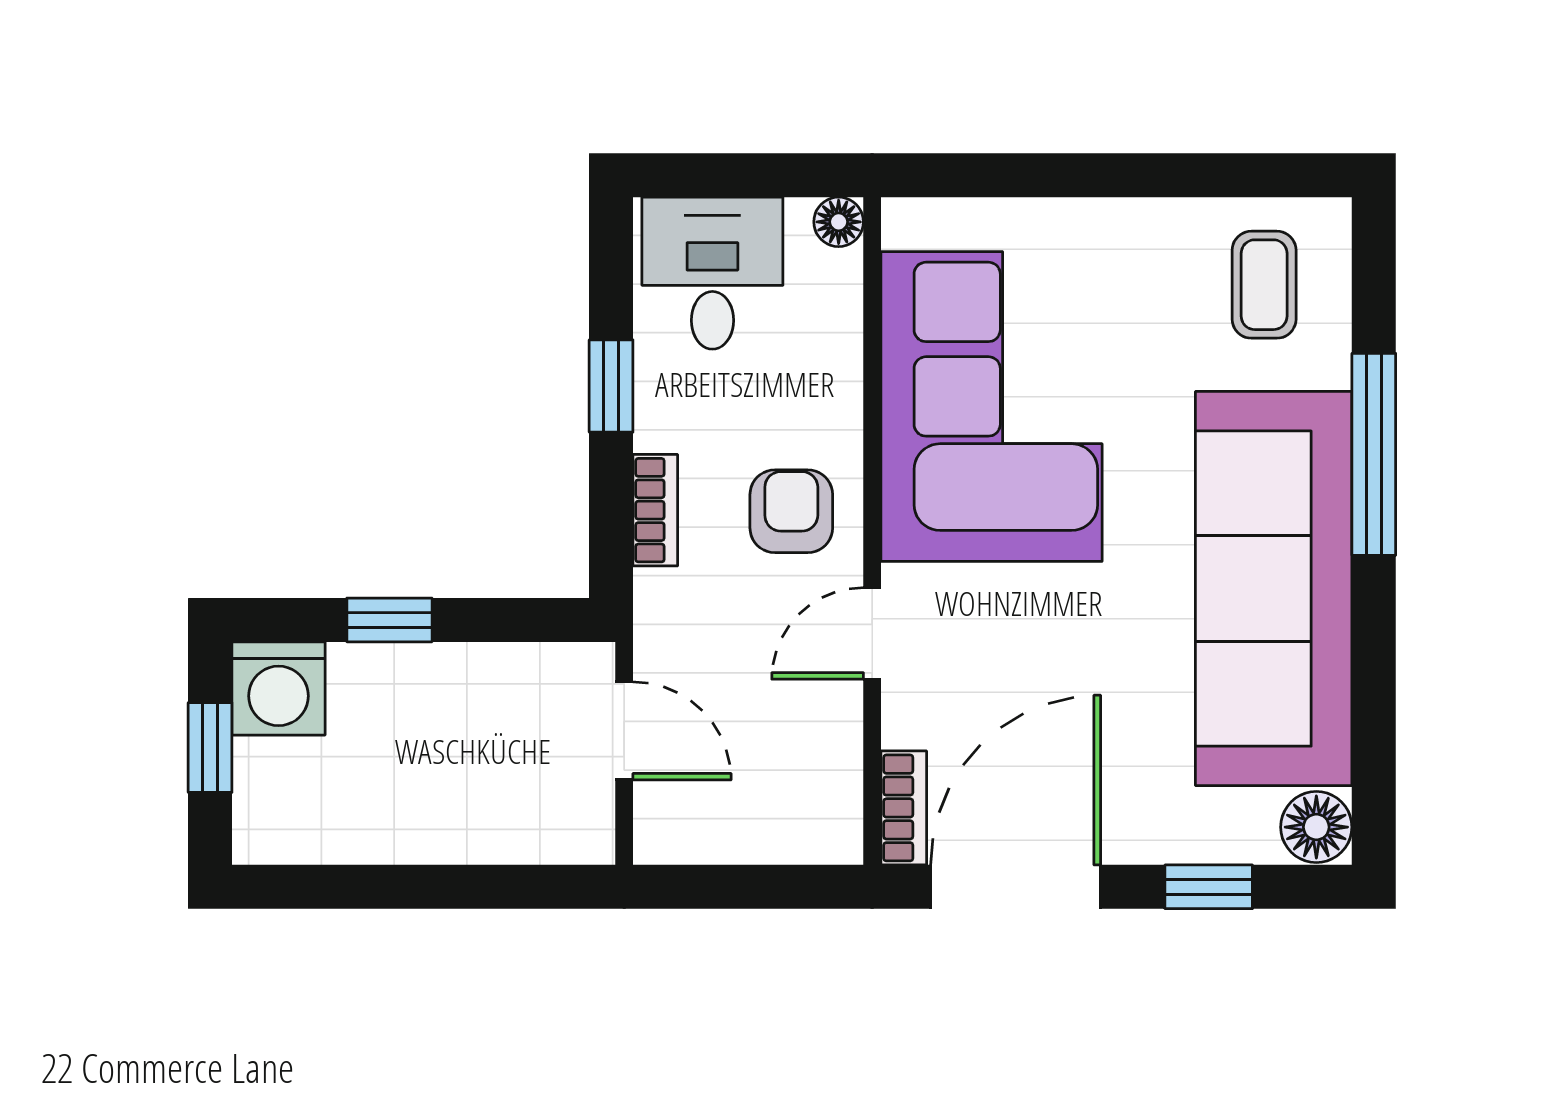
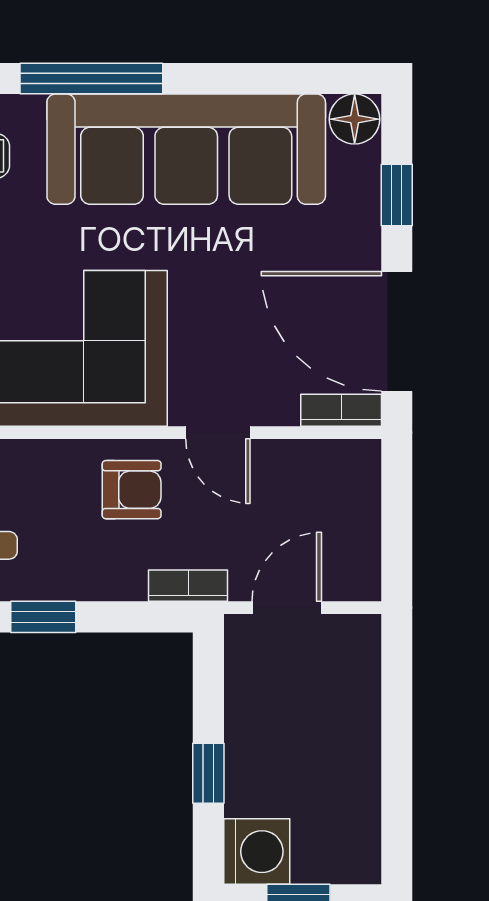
bookcase: (655, 510) -> (188, 586), moved
armchair: (791, 511) -> (132, 490), turned 180

